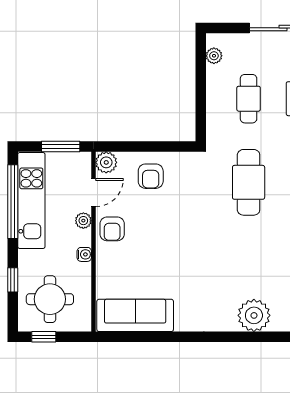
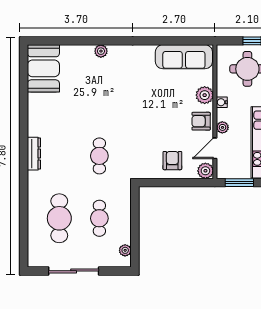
cafe table: (249, 182) -> (99, 156), width x0.73, depth x0.74
armchair: (112, 229) -> (201, 121), turned -90
plant: (107, 264) -> (205, 95), added
plant: (254, 315) -> (101, 51), width x0.53, depth x0.53

